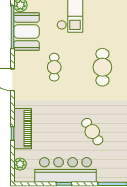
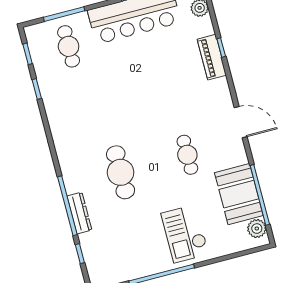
piano: (23, 129) -> (212, 57), width x0.73, depth x0.75
cafe table: (92, 132) -> (69, 46), moved, turned 33

